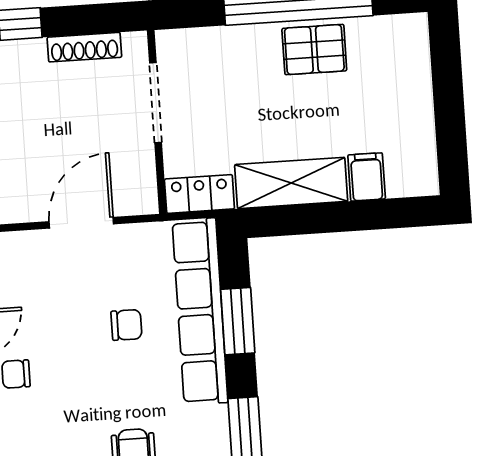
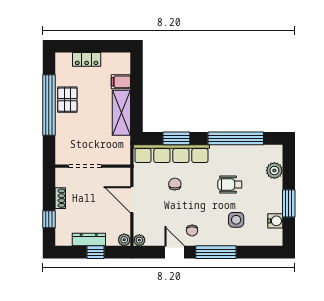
shoe rack: (84, 47) -> (60, 198), width x0.70
locker: (199, 194) -> (87, 59), moved, turned -90

